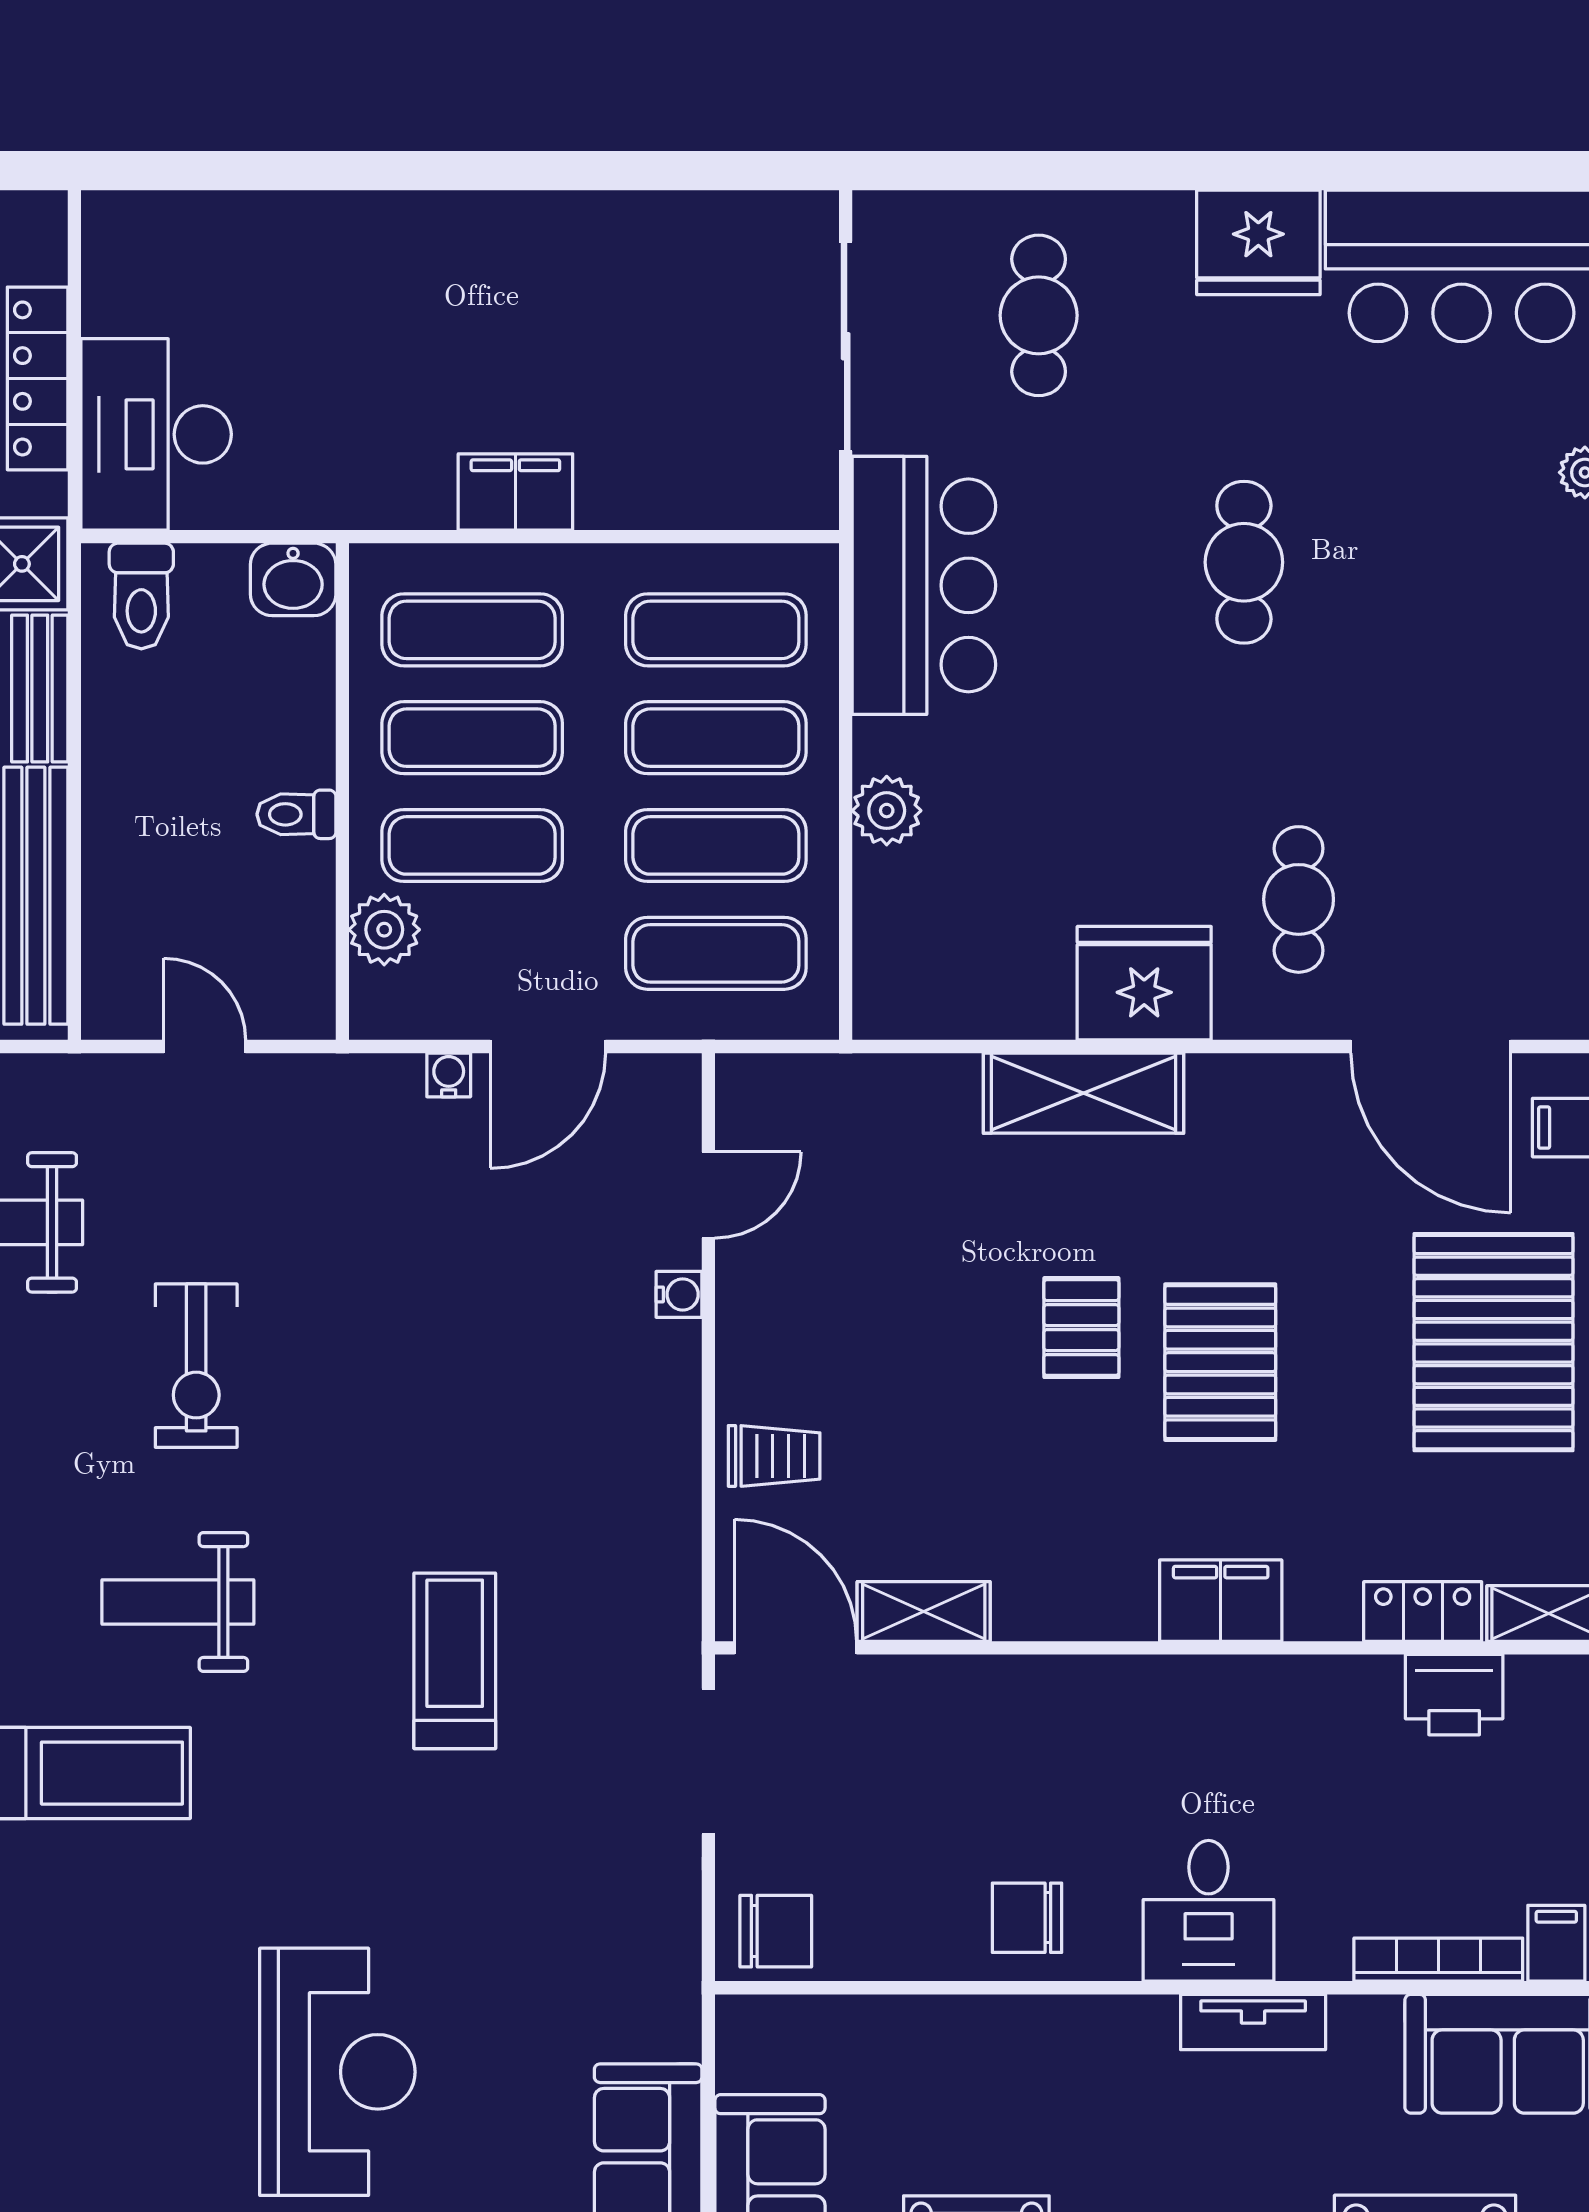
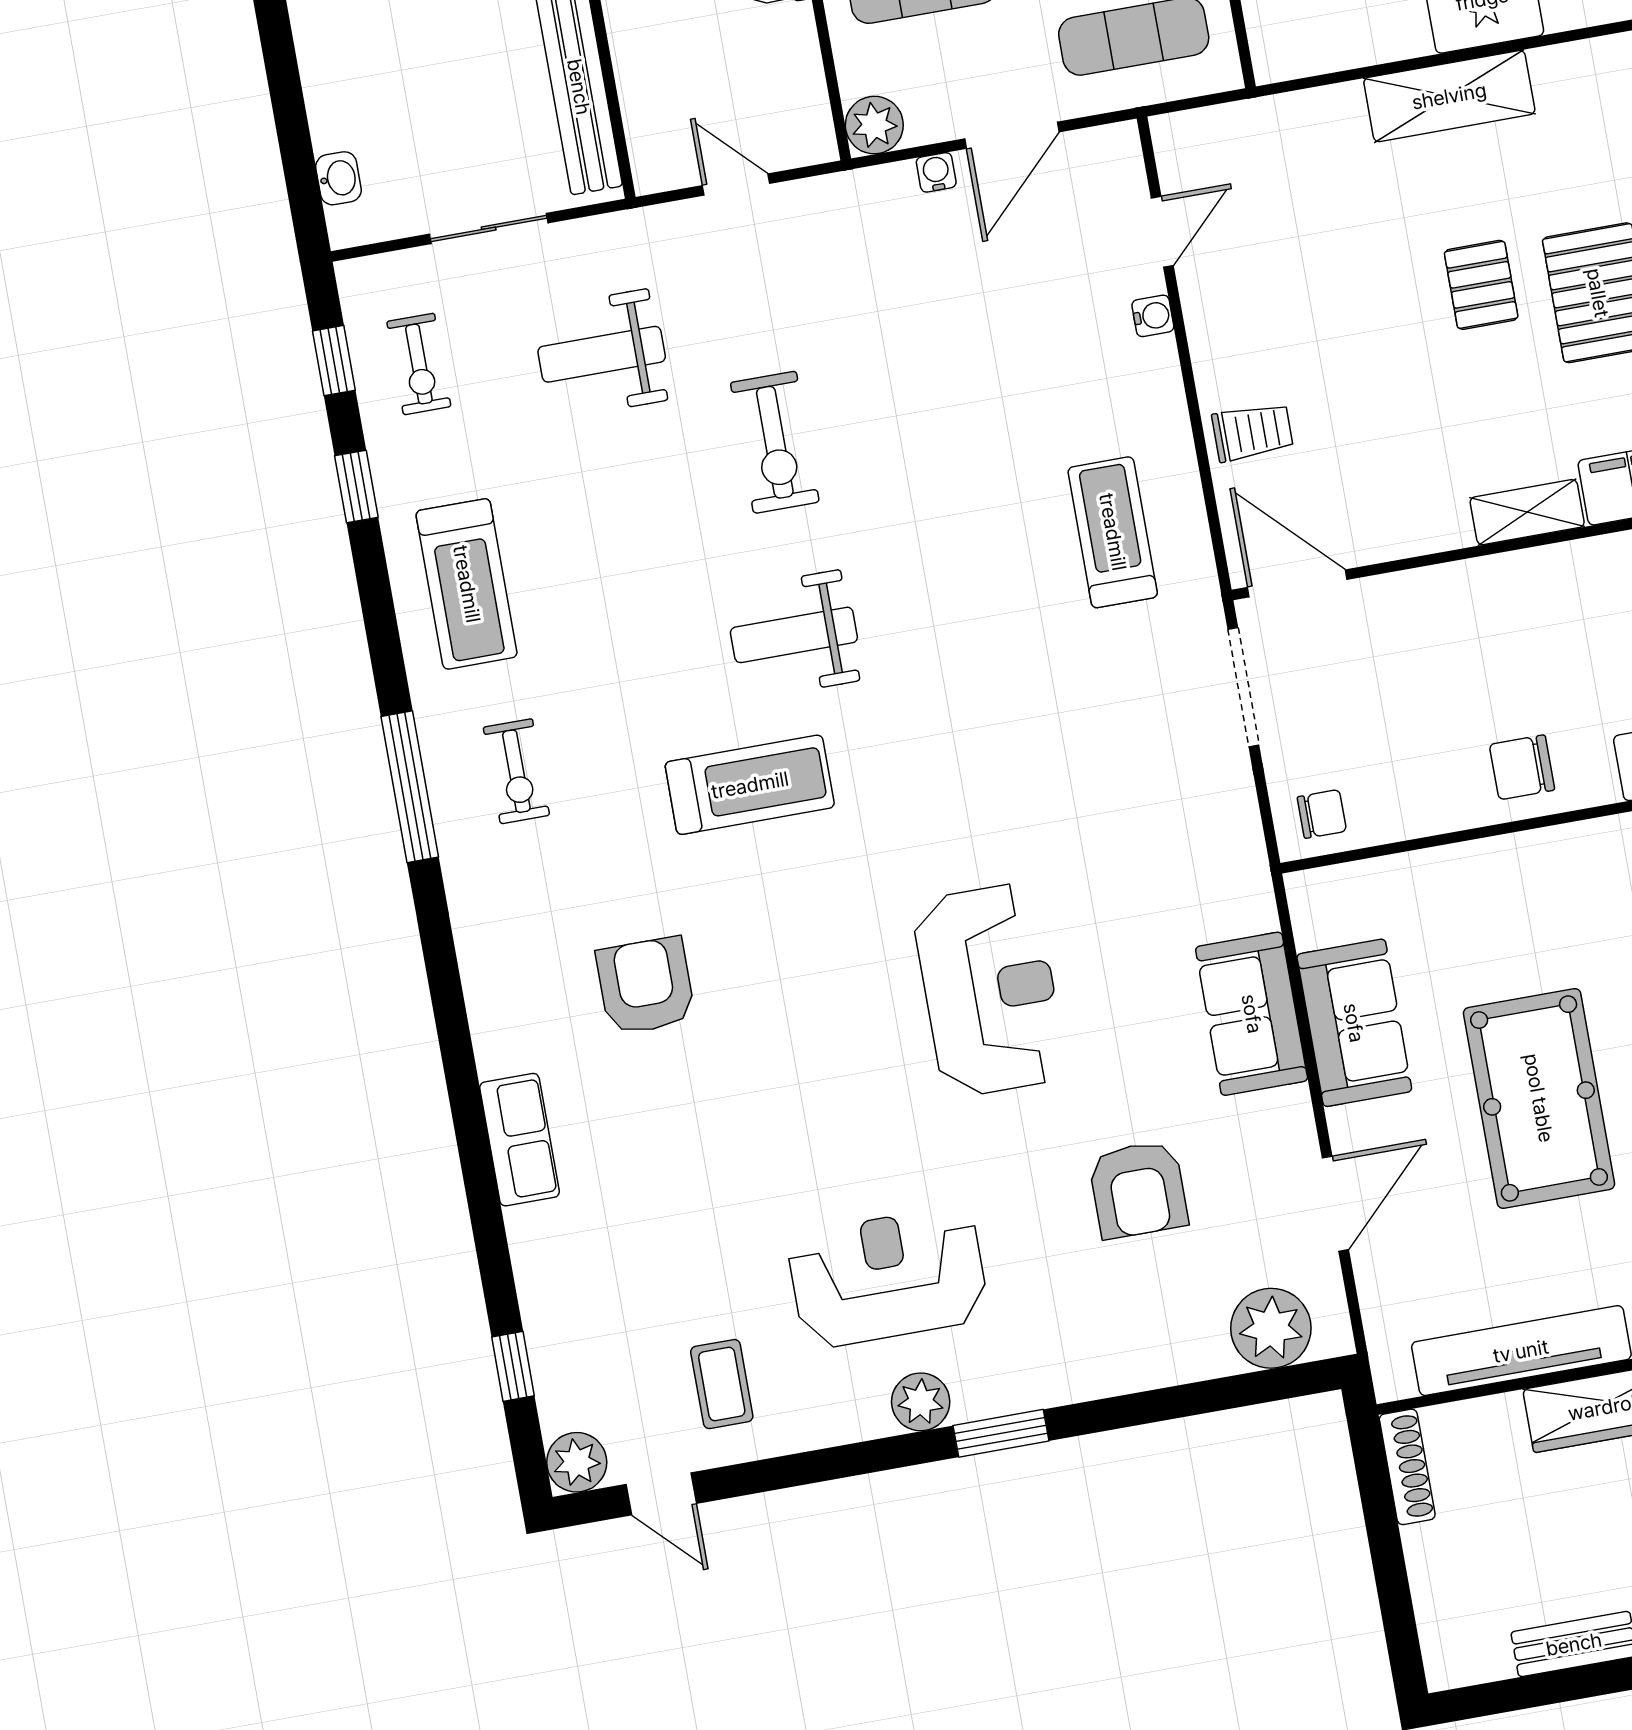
plant: (384, 930) -> (874, 125), moved
shelving: (924, 1611) -> (1527, 512), moved
treadmill: (455, 1661) -> (1113, 532), moved
chair: (776, 1931) -> (1322, 814), width x0.73, depth x0.73

